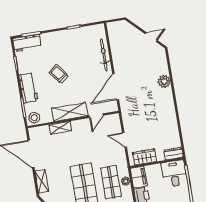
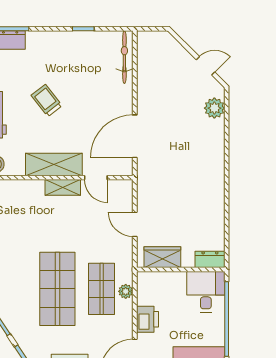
bicycle: (104, 55) -> (124, 57), moved
plant: (164, 81) -> (214, 108), moved
door: (96, 116) -> (96, 178), hinge flipped
shelving: (60, 128) -> (63, 187), moved
filing cabinet: (139, 177) -> (148, 288), removed

